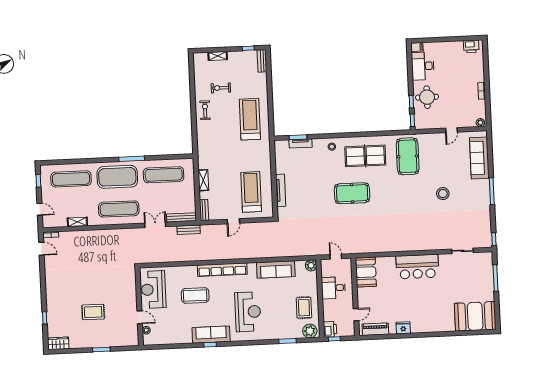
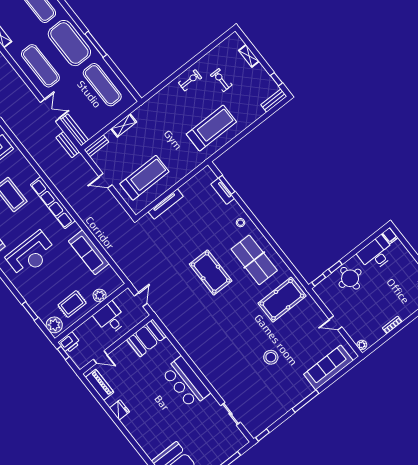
plant: (311, 265) -> (100, 295), moved

